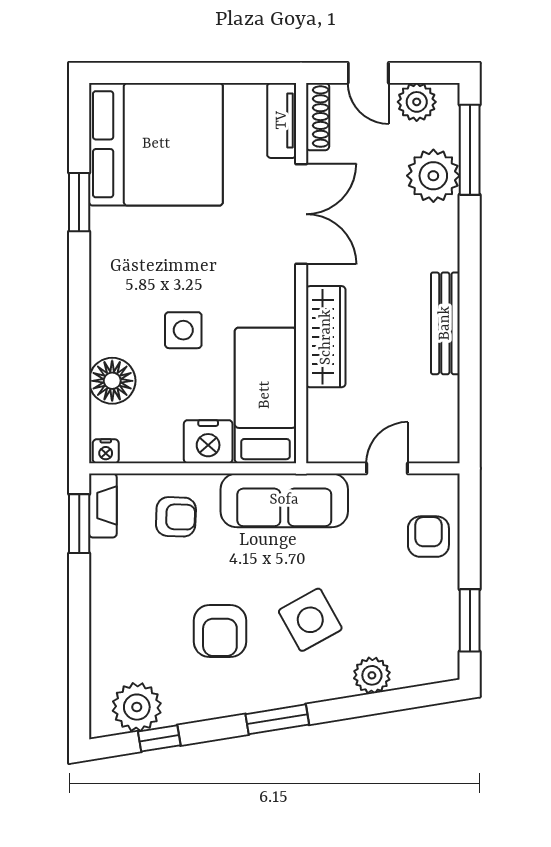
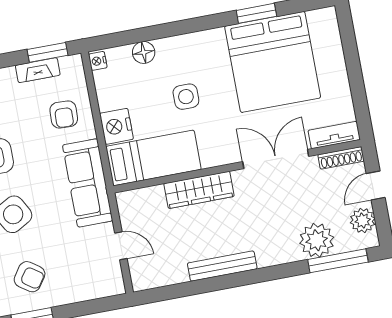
bed: (156, 144) -> (273, 62), moved
double door: (301, 214) -> (276, 159), swing flipped
floor lamp: (112, 381) -> (144, 52), width x0.73, depth x0.73
fireplace: (103, 505) -> (38, 70), moved
armchair: (428, 537) -> (30, 277), moved, turned 35

